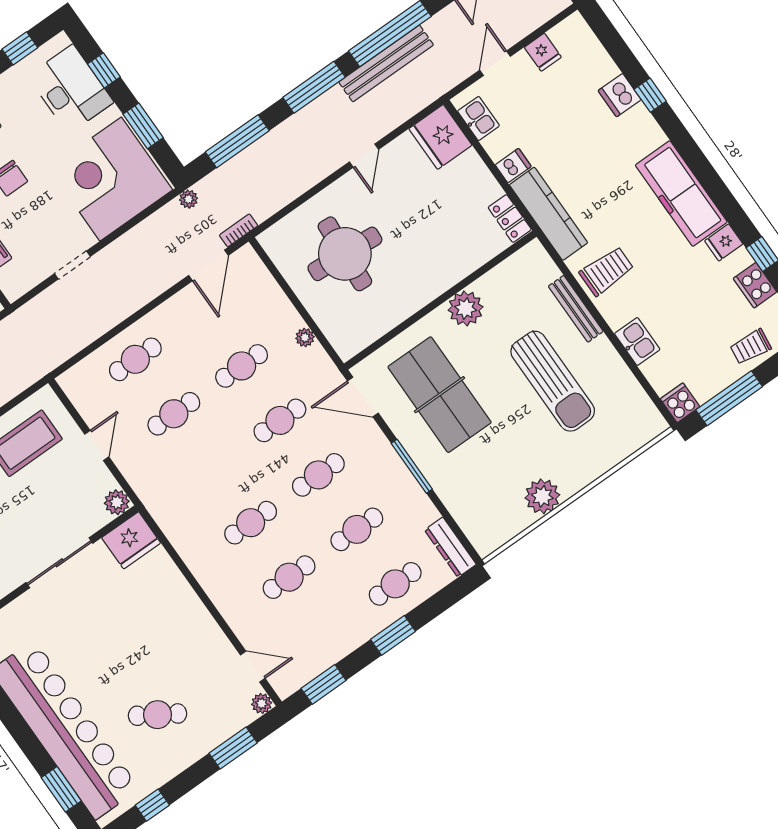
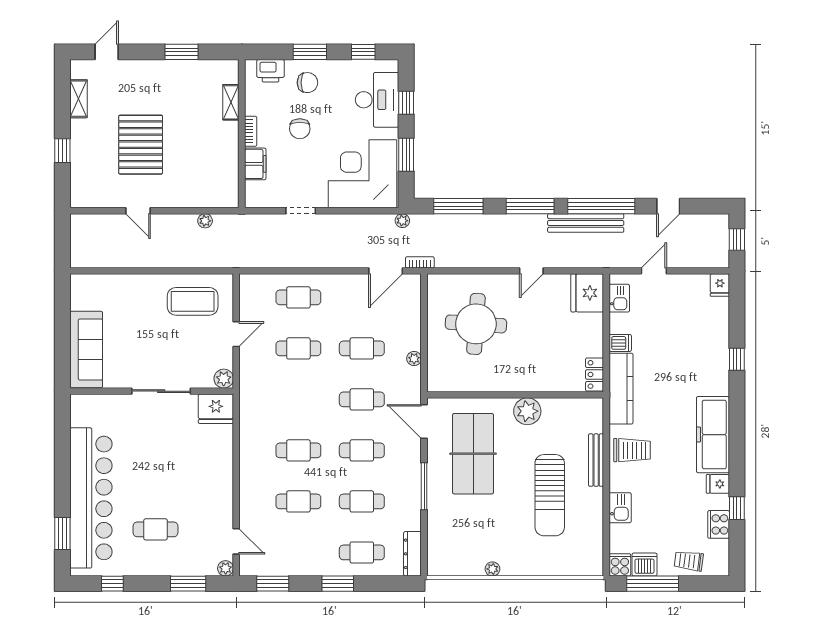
fridge: (543, 52) -> (720, 285), moved
dishwasher: (620, 95) -> (644, 565), moved, turned 90
plant: (542, 496) -> (492, 569), width x0.53, depth x0.53
cafe table: (158, 715) -> (155, 529), turned -32

